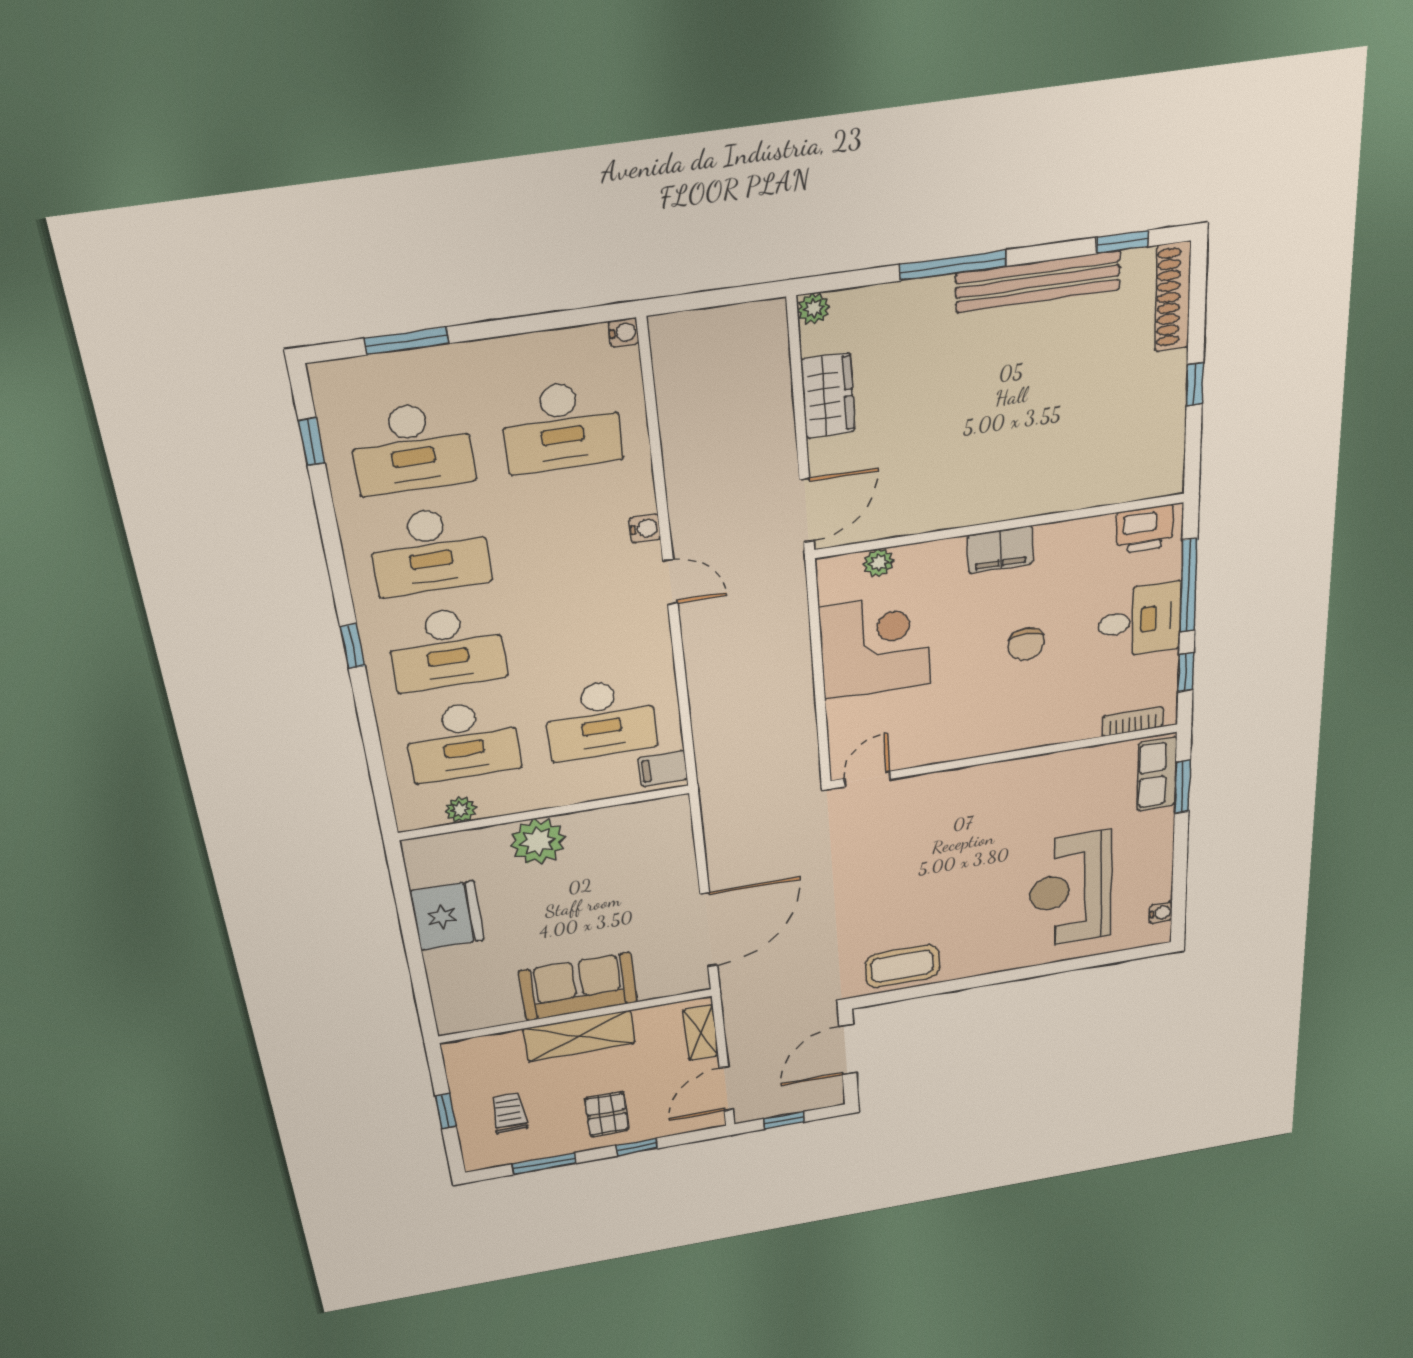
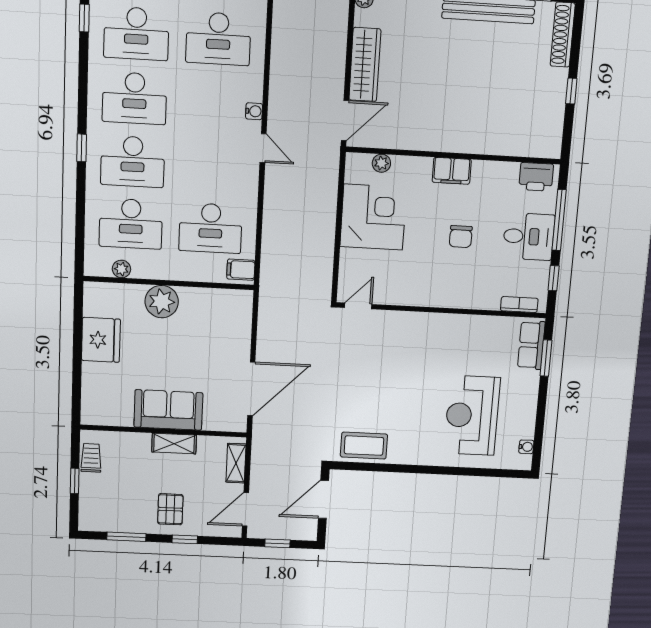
wardrobe: (828, 396) -> (365, 65), width x1.50
shelving: (579, 1036) -> (174, 444), width x0.67, depth x0.75
trolley: (509, 1113) -> (91, 458), moved

